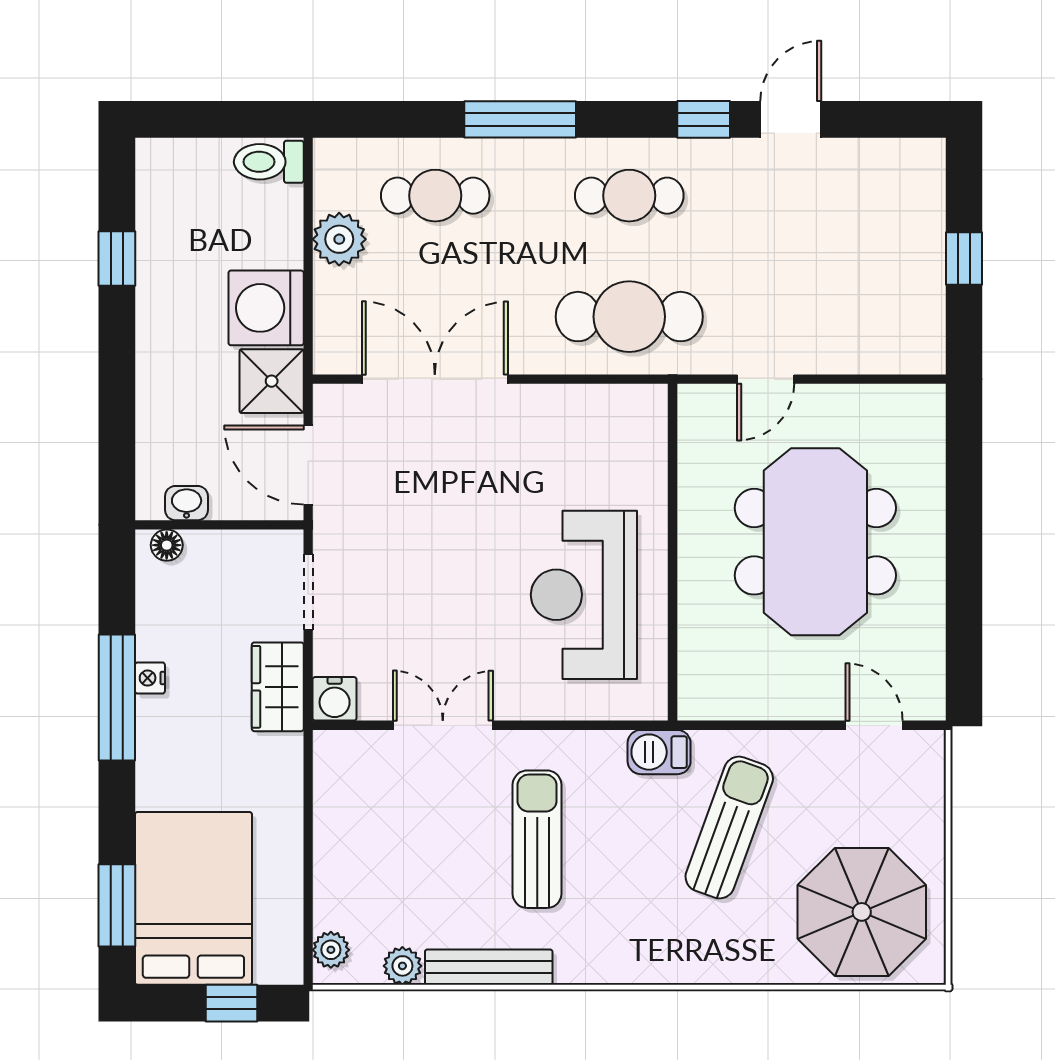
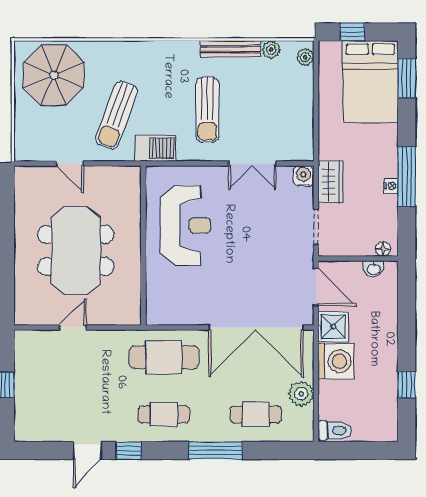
double door: (435, 379) -> (256, 328), width x1.36
door: (766, 379) -> (73, 328), moved
door: (874, 725) -> (70, 164), moved
barbecue: (659, 752) -> (155, 148), width x1.38, depth x1.27

